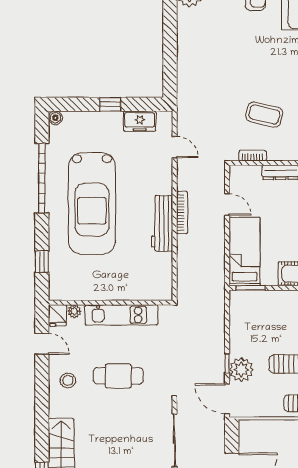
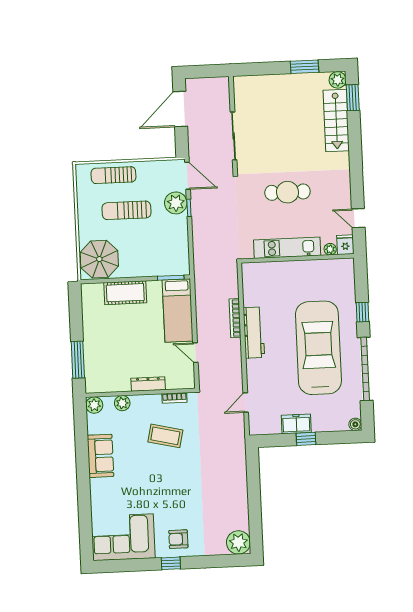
freezer: (140, 121) -> (296, 424), moved
door: (175, 147) -> (246, 403), hinge flipped
bookcase: (182, 213) -> (235, 318), moved
window: (42, 262) -> (363, 312), moved
stool: (68, 380) -> (333, 186), removed

